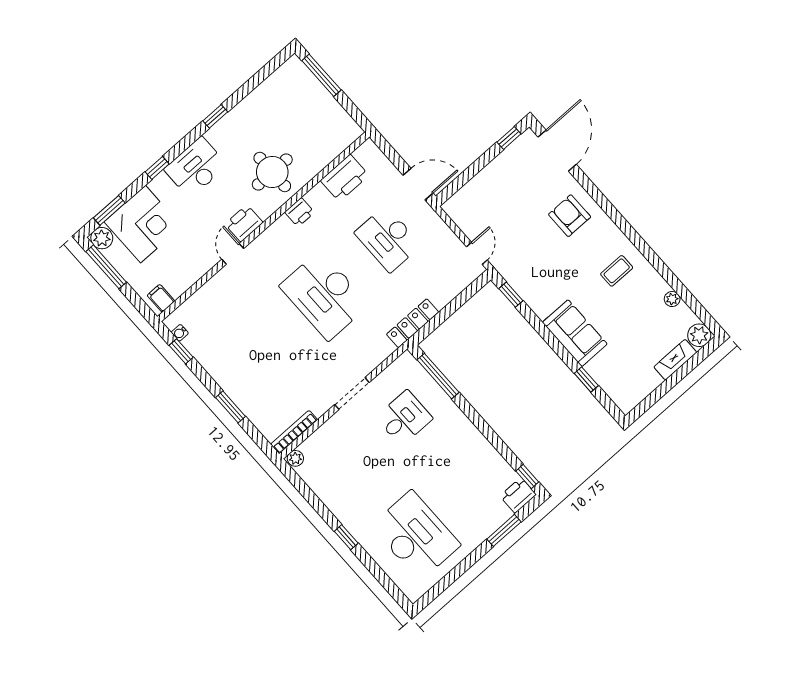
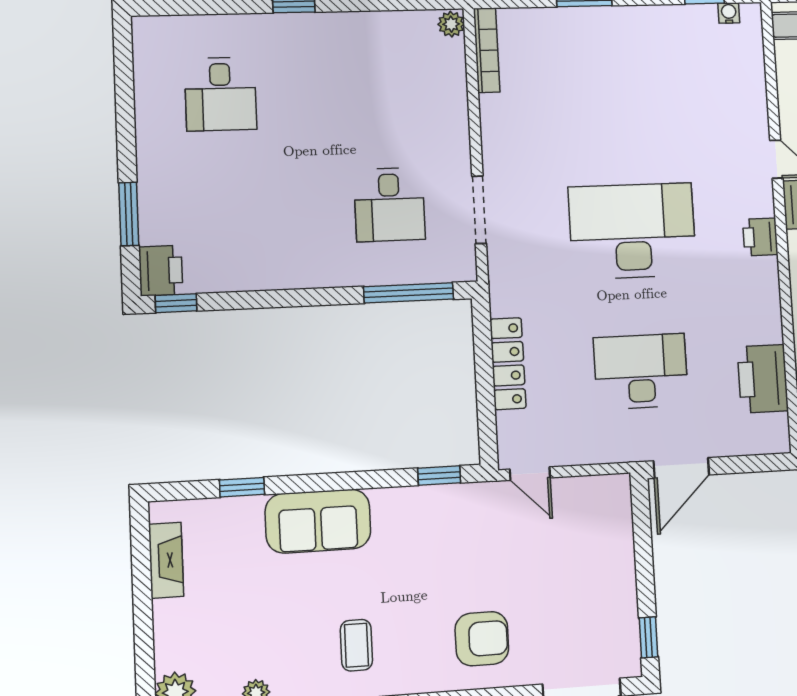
printer: (300, 212) -> (760, 237), moved
locker: (413, 323) -> (508, 364), moved
fireplace: (675, 360) -> (166, 560), moved
doorway: (352, 394) -> (479, 210), moved
desk: (416, 535) -> (220, 94), width x0.53, depth x0.77

